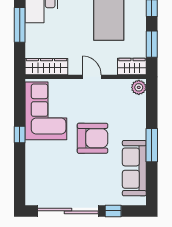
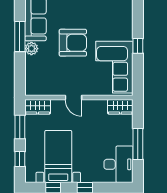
wardrobe: (46, 67) -> (120, 107), width x0.67
plant: (139, 87) -> (31, 49), moved
armchair: (92, 138) -> (73, 43), turned 180

